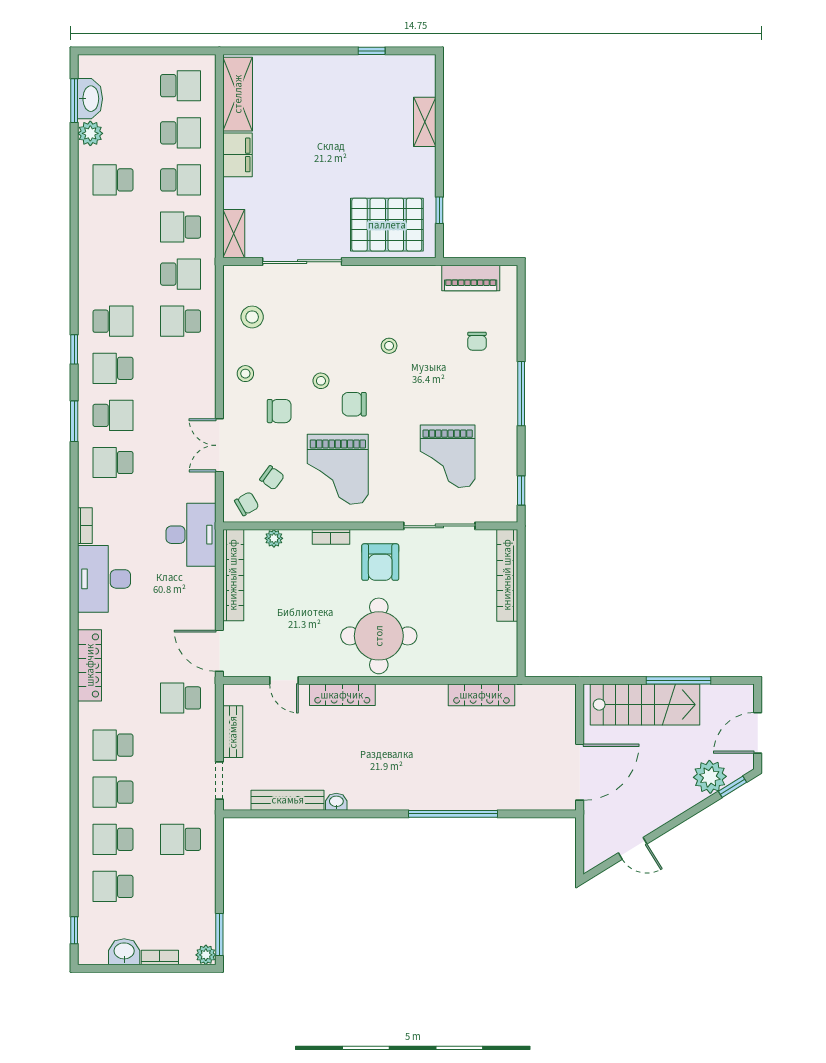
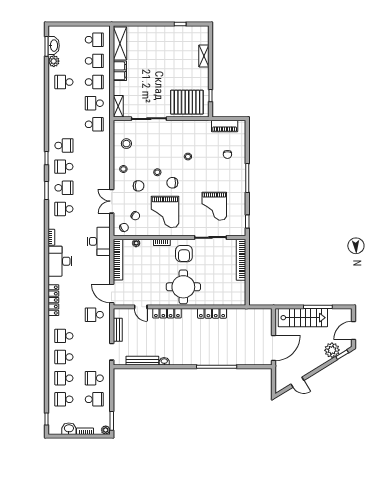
school desk: (181, 321) -> (94, 399), moved, turned 180
locker: (481, 695) -> (212, 313), moved

